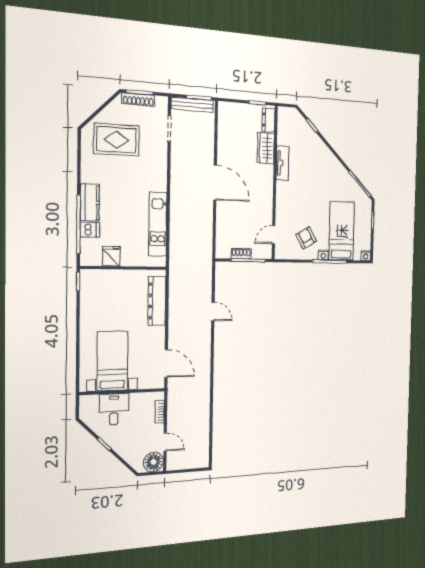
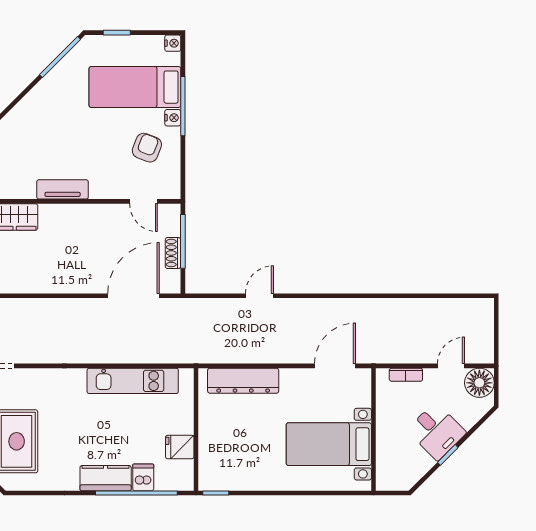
tv unit: (282, 163) -> (63, 189), moved
door: (215, 183) -> (133, 296), moved
armchair: (306, 238) -> (147, 148), turned 141
desk: (114, 409) -> (436, 431), moved, turned -135

